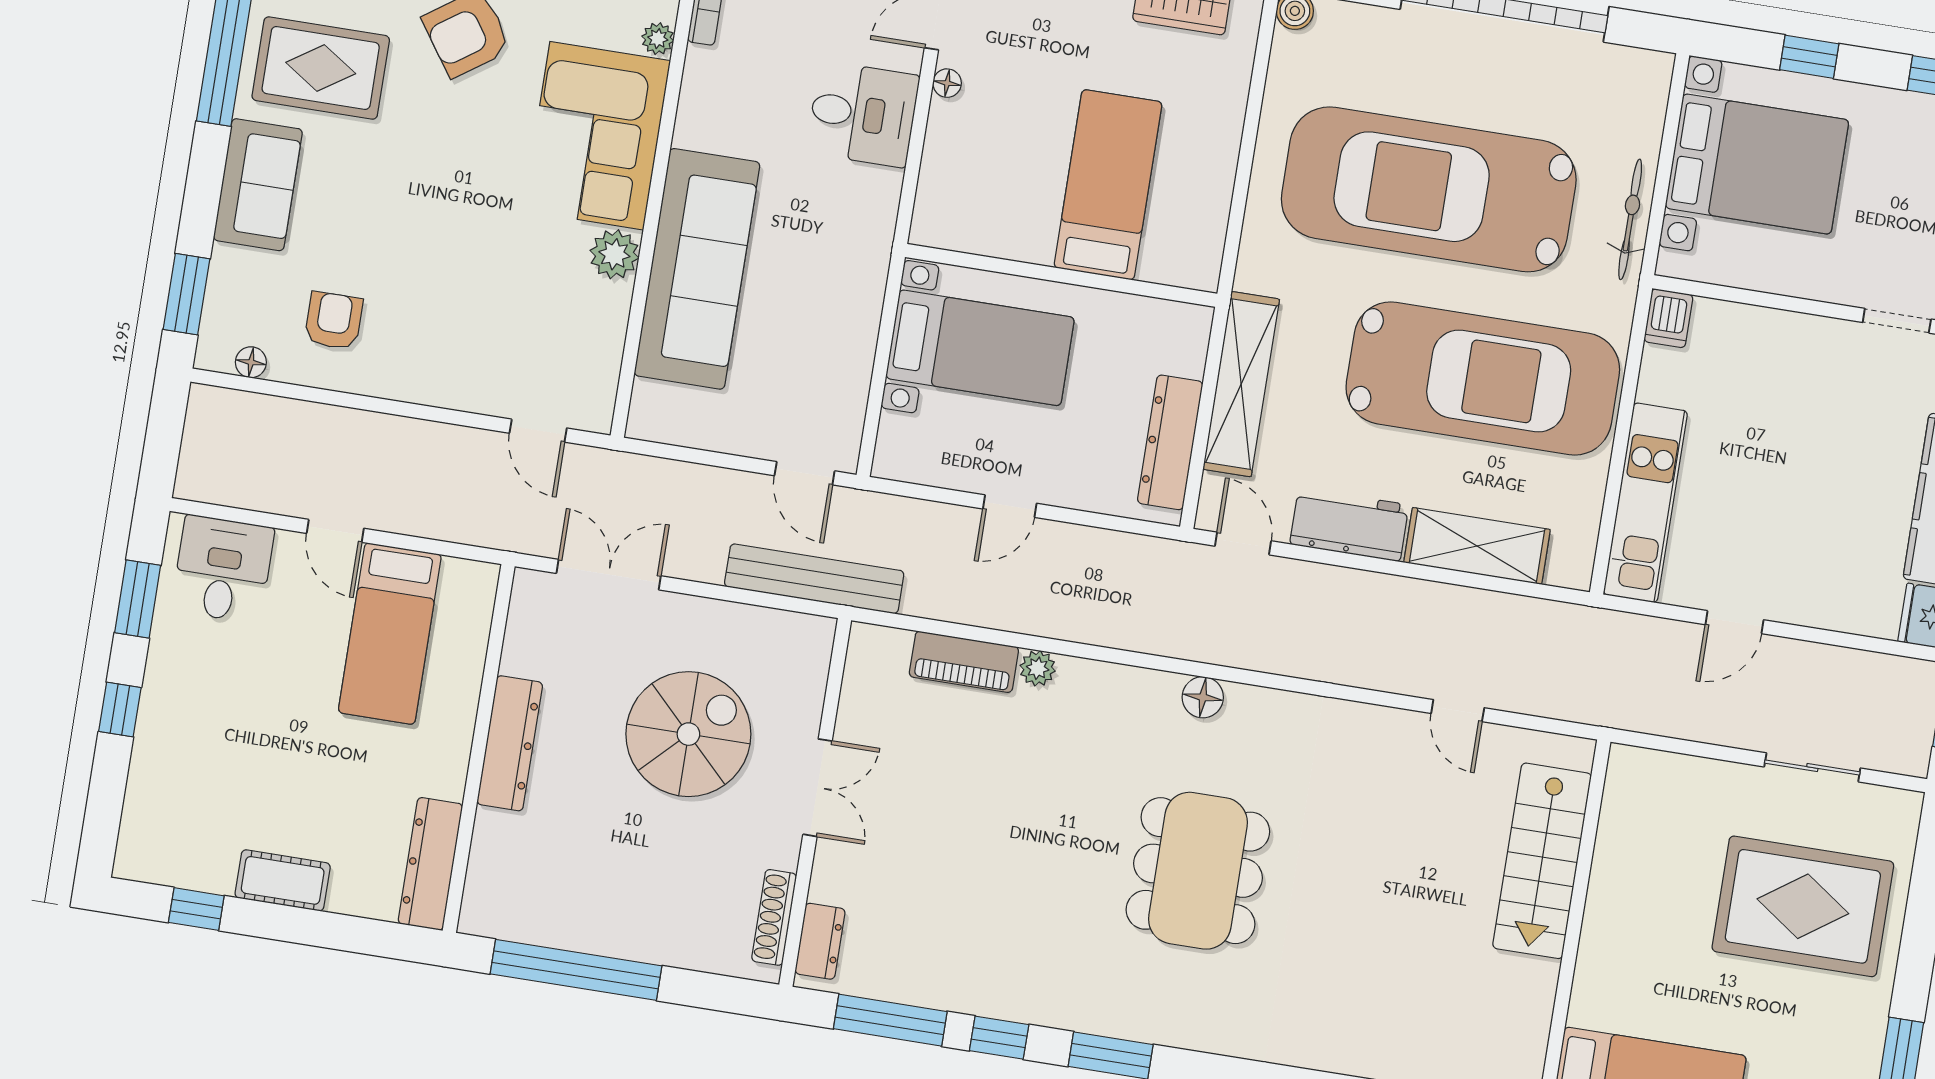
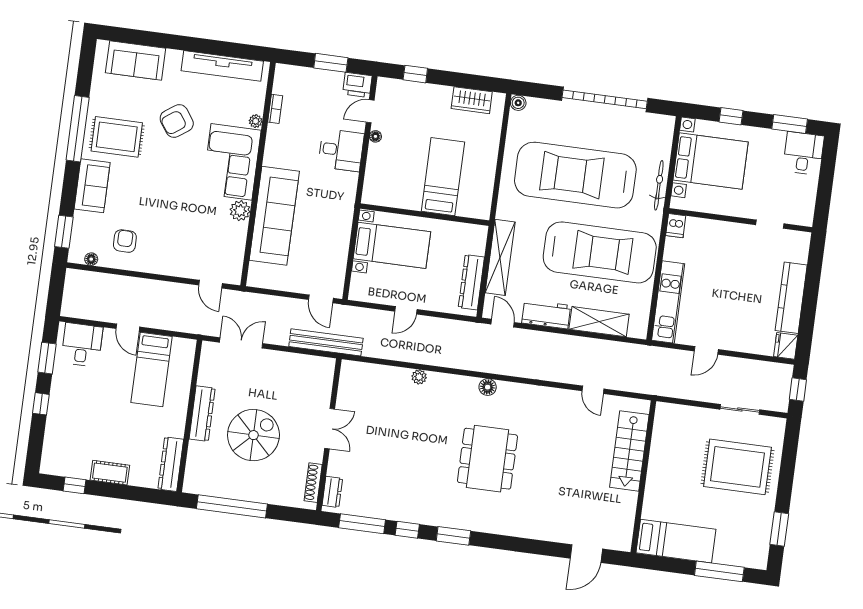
piano: (964, 662) -> (389, 375), removed
spiral stairs: (688, 734) -> (253, 435), moved

